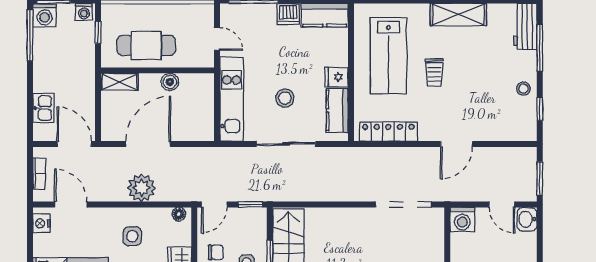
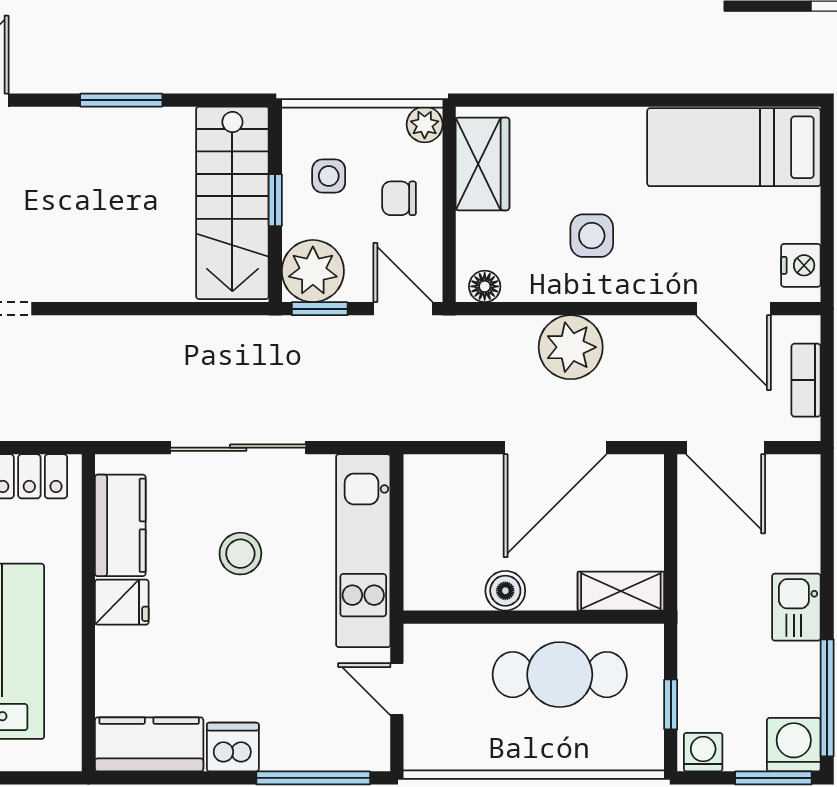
kitchen sink: (43, 108) -> (796, 607), moved
door: (214, 204) -> (403, 309), hinge flipped
plant: (253, 221) -> (313, 271), added

